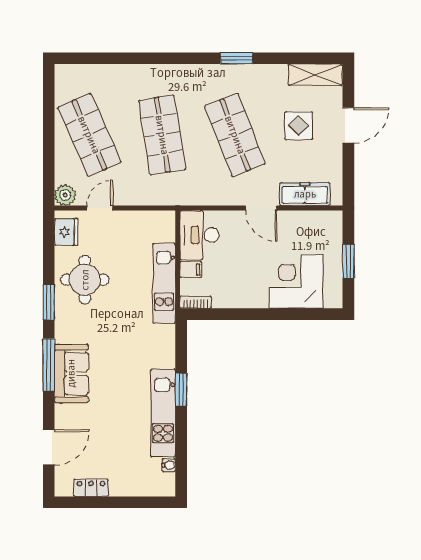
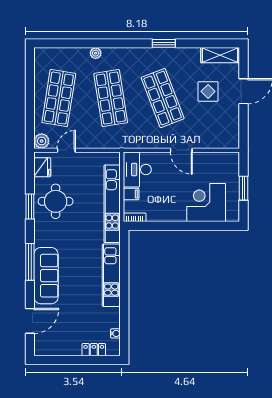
plant: (141, 72) -> (96, 53), added
shop shelf: (89, 135) -> (59, 98), turned 33
freezer: (305, 194) -> (212, 140), removed
kitchen unit: (164, 283) -> (112, 204), width x1.36
window: (49, 302) -> (30, 206), moved
sofa: (71, 373) -> (46, 276), width x1.36
window: (181, 390) -> (124, 280), removed
kitchen unit: (163, 413) -> (111, 275), moved
locker: (91, 488) -> (94, 350), moved

